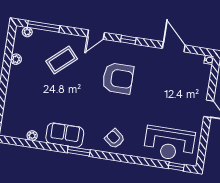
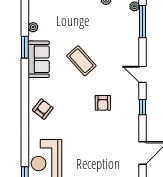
coffee table: (62, 60) -> (81, 61), moved
armchair: (118, 78) -> (103, 103), width x0.53, depth x0.53
window: (79, 151) -> (25, 47), moved

